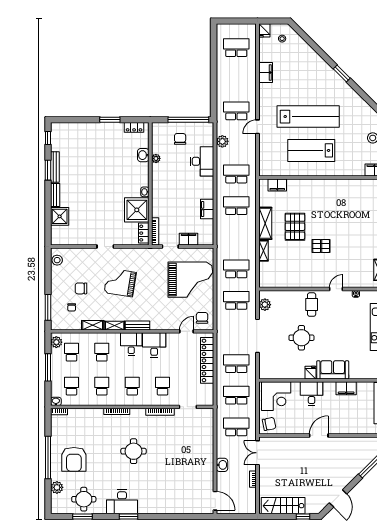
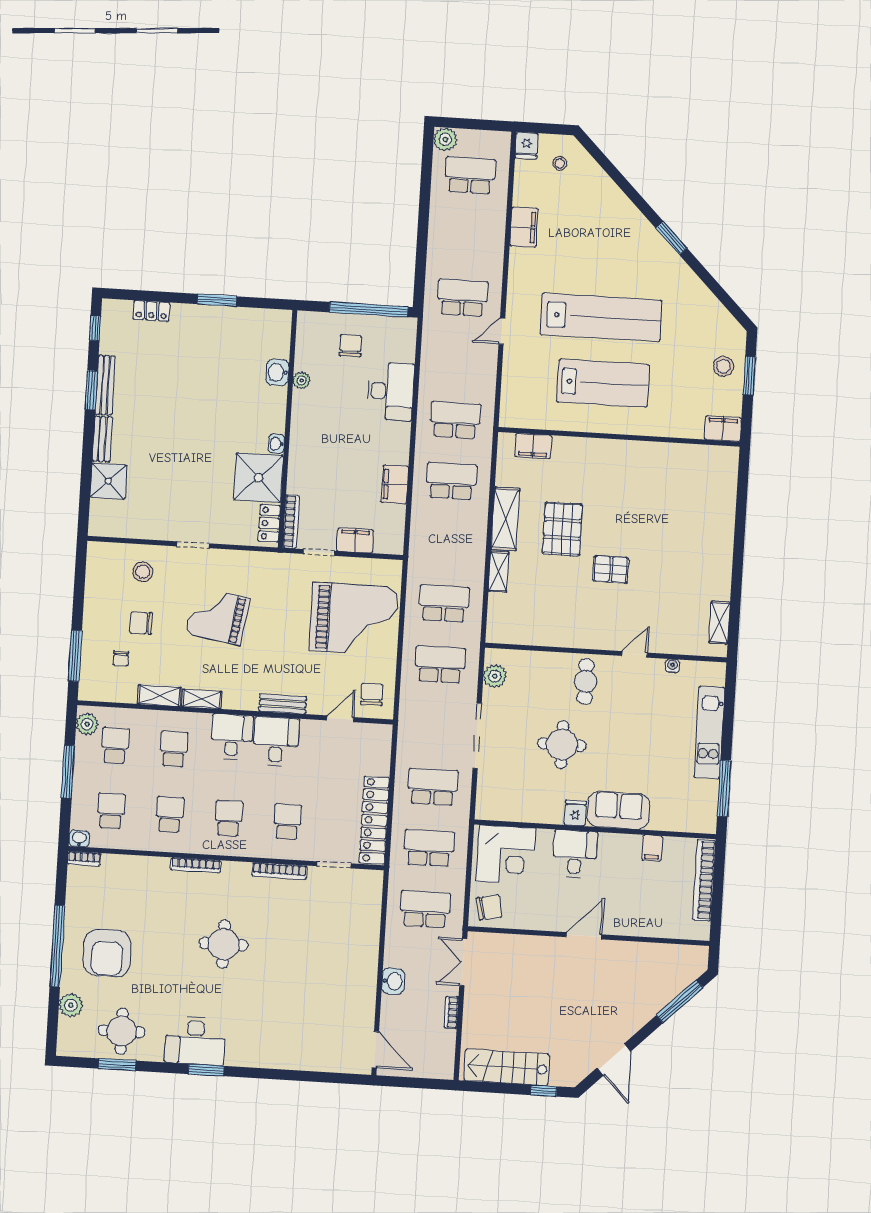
locker: (134, 127) -> (151, 311), moved
plant: (222, 141) -> (445, 139), moved
lab bench: (311, 150) -> (603, 383), turned 180
stool: (57, 260) -> (143, 572), moved
bench: (137, 326) -> (283, 704), moved
locker: (207, 360) -> (374, 820), moved
filing cabinet: (346, 388) -> (652, 848), width x0.50

